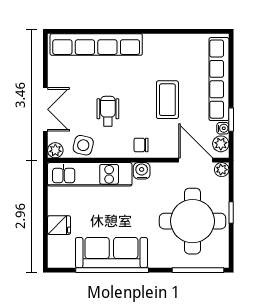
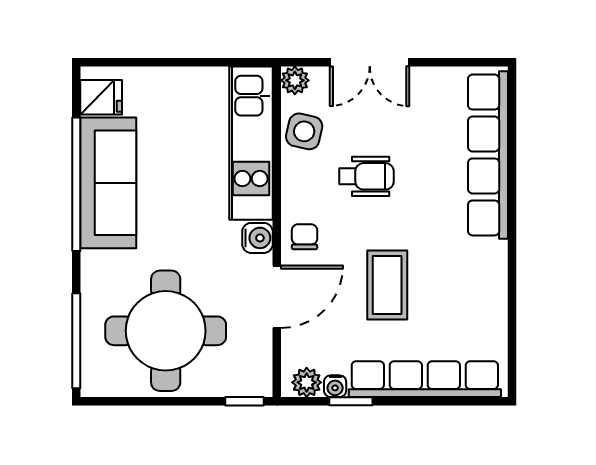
coffee table: (167, 100) -> (387, 285), turned 90
door: (196, 160) -> (277, 297), moved
plant: (222, 170) -> (260, 384), removed
window: (231, 213) -> (244, 401), moved
fridge: (59, 225) -> (101, 97), moved, turned -90

